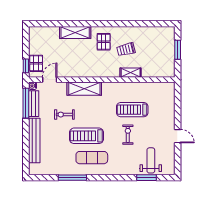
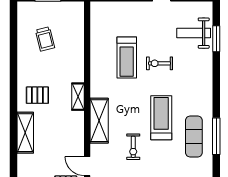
trolley: (126, 49) -> (45, 39), moved
shelving: (131, 73) -> (78, 97), moved
treadmill: (86, 136) -> (161, 118), turned 180
exercise mat: (92, 158) -> (194, 137), moved

